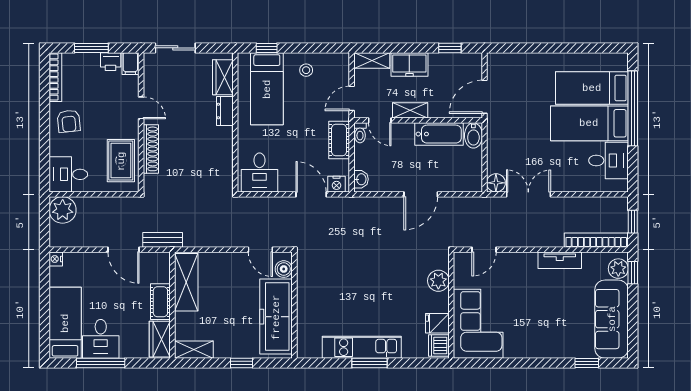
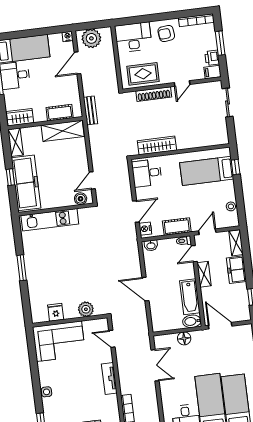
stool: (306, 70) -> (231, 206), moved
wardrobe: (223, 77) -> (157, 145), moved, width x1.50
door: (352, 98) -> (207, 232), hinge flipped
dresser: (225, 111) -> (187, 143), removed
desk: (68, 174) -> (133, 37), width x1.37
floor lamp: (496, 183) -> (184, 338), moved
plant: (63, 210) -> (91, 38), moved
door: (124, 250) -> (78, 63), moved
tv unit: (560, 260) -> (109, 378), moved
cot: (160, 302) -> (60, 113), moved
freezer: (276, 317) -> (26, 183), moved, turned 90
dishwasher: (439, 346) -> (40, 315), removed
kitchen unit: (362, 347) -> (50, 220), moved, turned 90
side table: (546, 350) -> (47, 392), added

